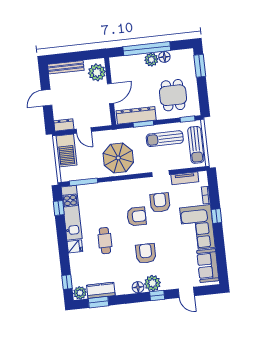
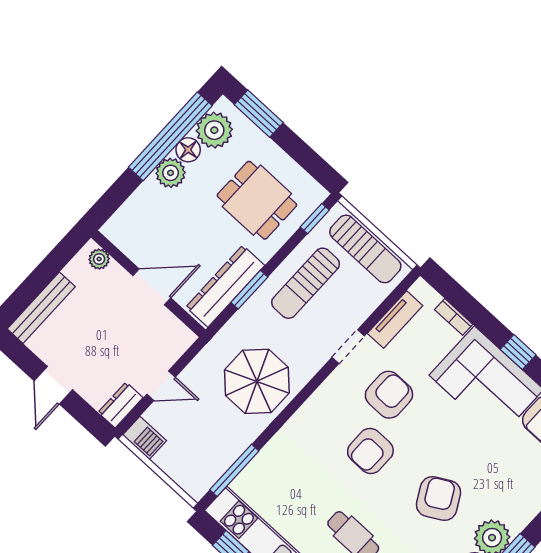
window: (147, 49) -> (170, 136), moved
plant: (179, 58) -> (214, 130), added
plant: (97, 72) -> (99, 259), width x0.53, depth x0.53
door: (110, 93) -> (152, 287), hinge flipped
barbecue: (66, 151) -> (145, 438), width x0.53, depth x0.65
armchair: (160, 203) -> (389, 395), turned 90
armchair: (137, 216) -> (370, 451), turned 180
window: (216, 216) -> (518, 352), moved
armchair: (146, 253) -> (439, 499), turned 61

